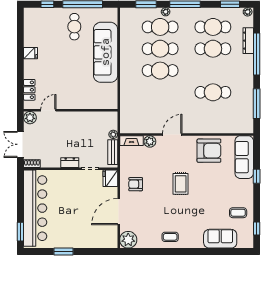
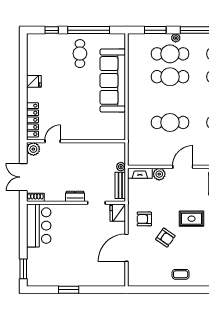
cafe table: (160, 71) -> (170, 122), moved
locker: (29, 90) -> (33, 120), width x1.53
rug: (181, 184) -> (192, 219), turned 90
armchair: (156, 202) -> (165, 238), added
bar counter: (35, 208) -> (39, 226), width x0.54
plant: (128, 240) -> (137, 277), removed

